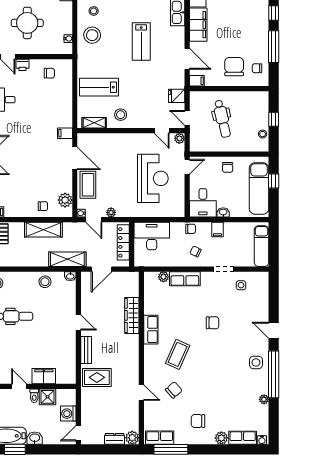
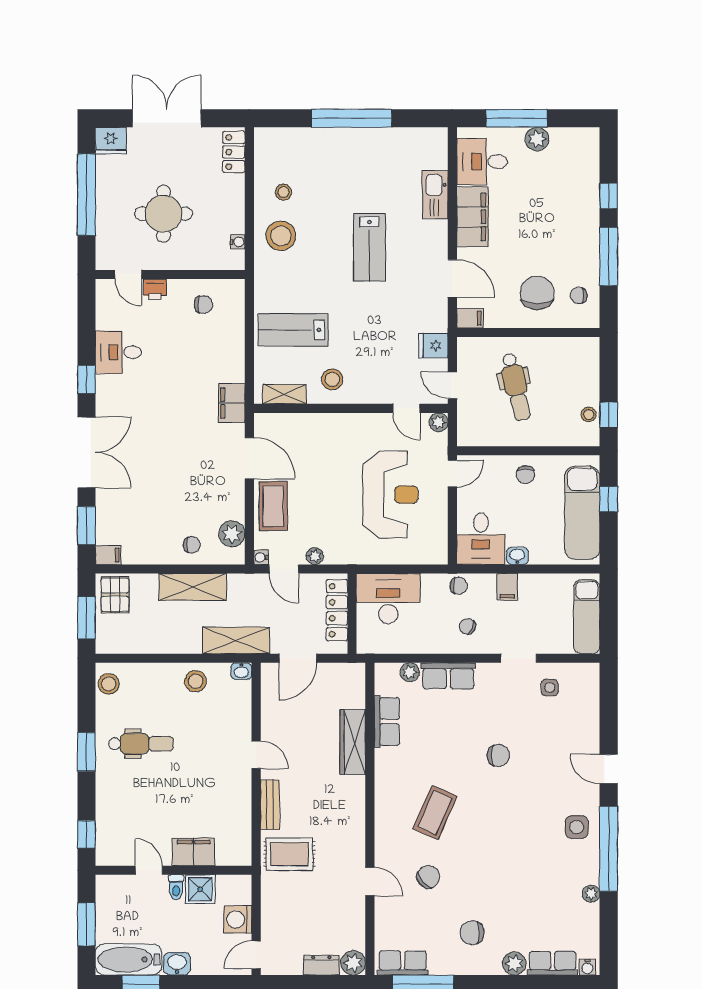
window: (274, 119) -> (609, 415), moved
filing cabinet: (65, 133) -> (232, 403), width x2.00
row of seats: (151, 330) -> (387, 721), moved

